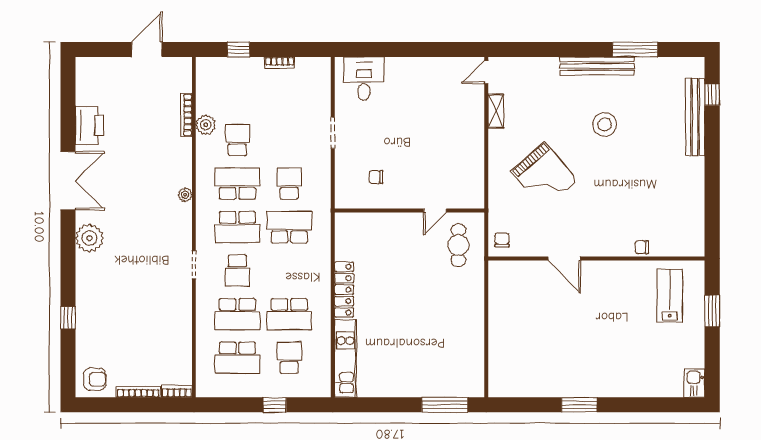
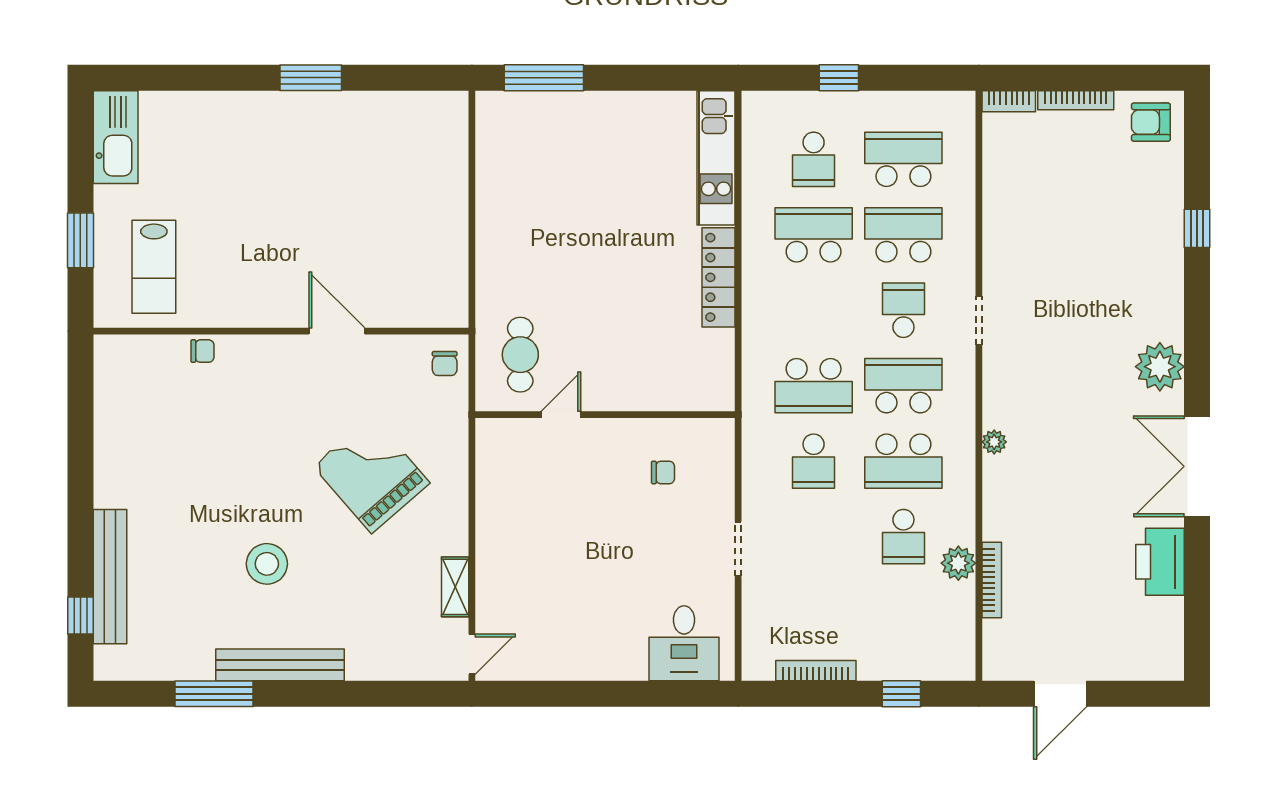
bookcase: (280, 63) -> (816, 671), width x1.56
kitchen sink: (694, 383) -> (116, 137), width x1.88, depth x1.24

